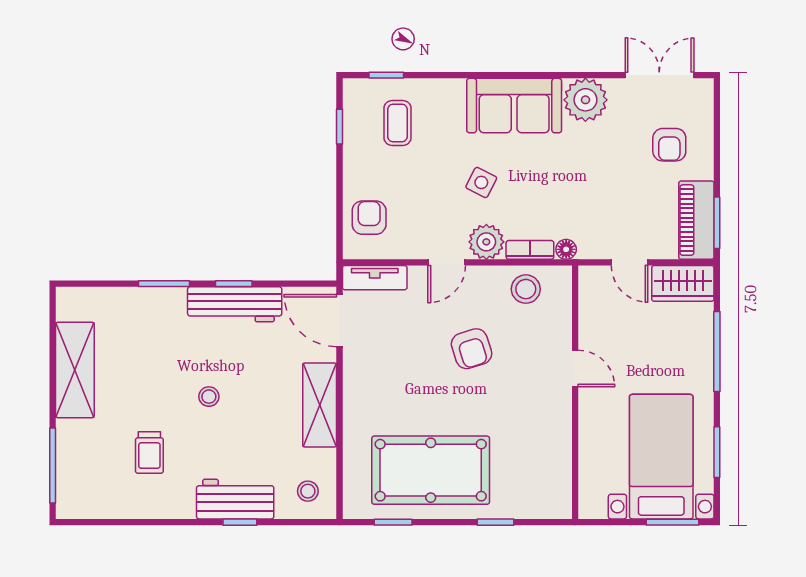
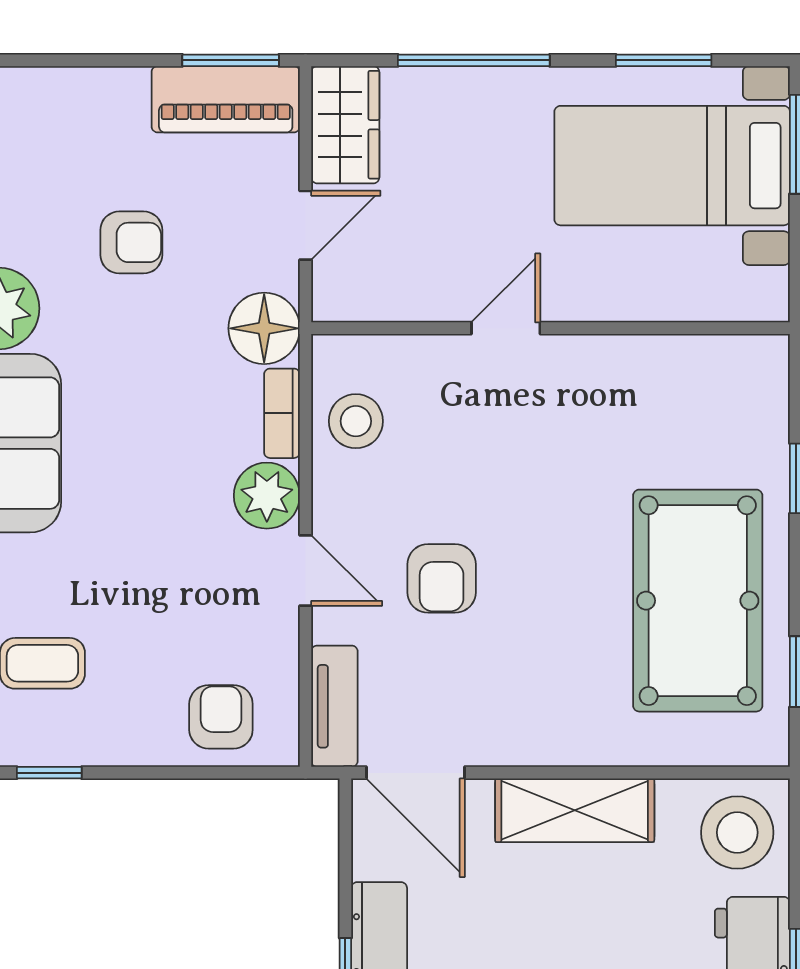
armchair: (669, 145) -> (131, 242), moved
side table: (481, 182) -> (155, 505), removed
armchair: (369, 218) -> (221, 717), turned 90
floor lamp: (566, 249) -> (264, 328), width x1.89, depth x1.89
door: (340, 321) -> (415, 773), hinge flipped
armchair: (472, 349) -> (442, 578), moved, turned 108
stool: (308, 491) -> (737, 832), width x1.89, depth x1.89

